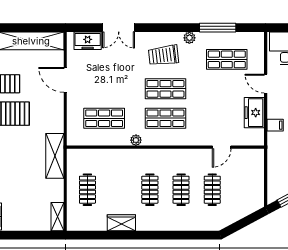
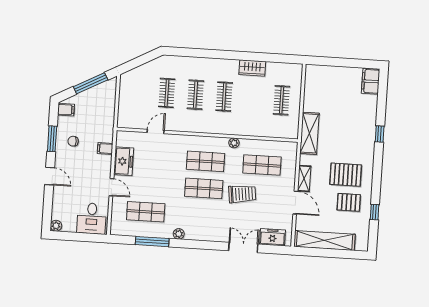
trolley: (163, 55) -> (242, 194), moved
shelving: (57, 217) -> (304, 178), moved

